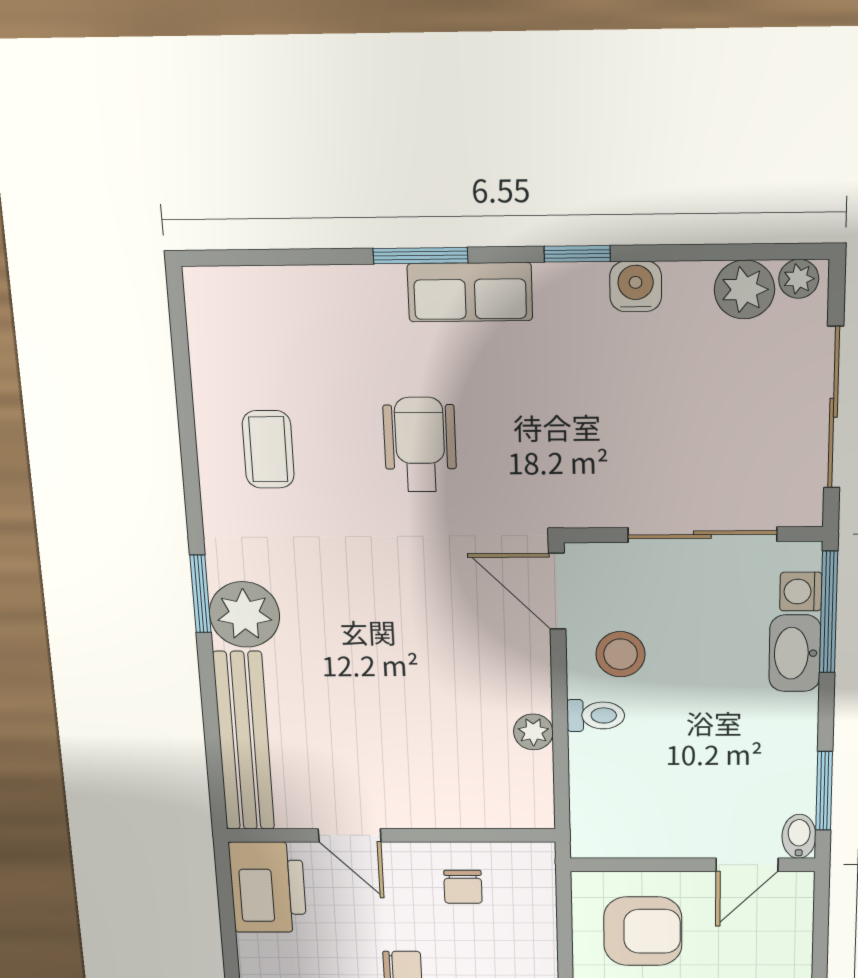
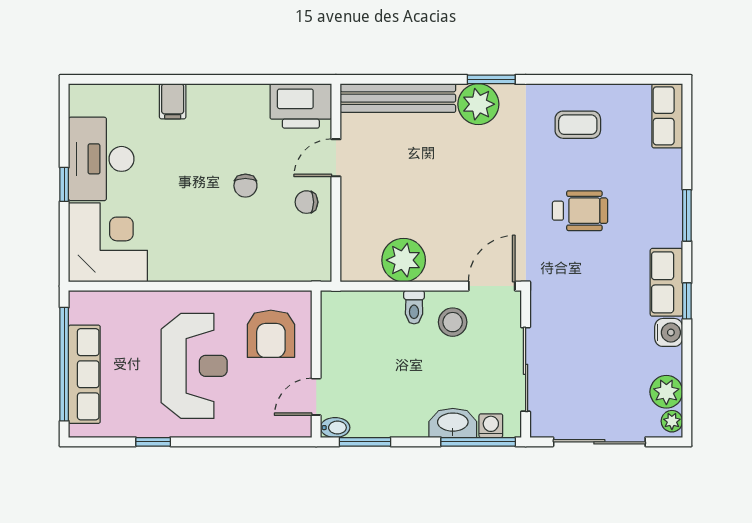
row of seats: (470, 292) -> (666, 282), moved
row of seats: (241, 293) -> (667, 116), added
plant: (533, 732) -> (404, 260), width x1.88, depth x1.88
door: (747, 865) -> (316, 397), hinge flipped
chair: (463, 887) -> (306, 202), moved

